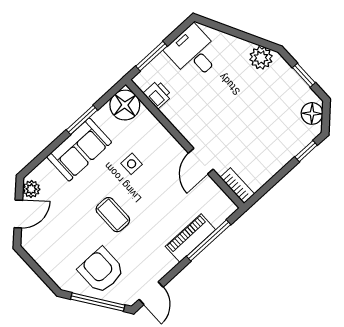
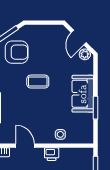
printer: (158, 95) -> (52, 154), moved
floor lamp: (125, 105) -> (84, 134), removed
side table: (132, 164) -> (60, 134), moved

